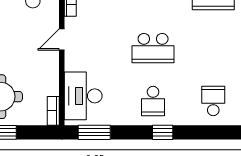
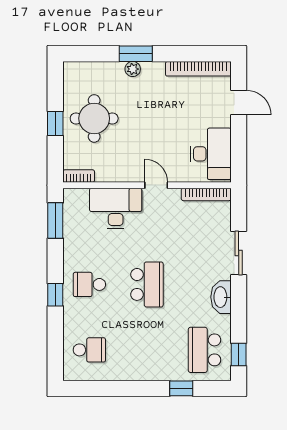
school desk: (153, 48) -> (147, 284), turned 180
desk: (83, 96) -> (116, 208), moved

